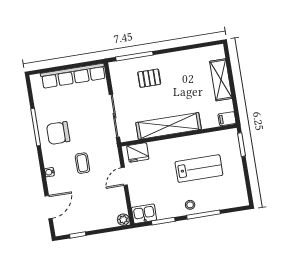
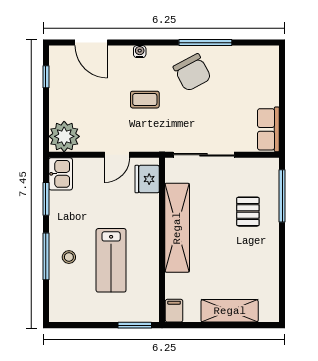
row of seats: (73, 76) -> (268, 129), width x0.50
chair: (58, 133) -> (192, 72), turned 152
door: (124, 176) -> (117, 155), swing flipped
stool: (190, 205) -> (69, 257), moved
plant: (123, 220) -> (64, 136), width x1.88, depth x1.88

